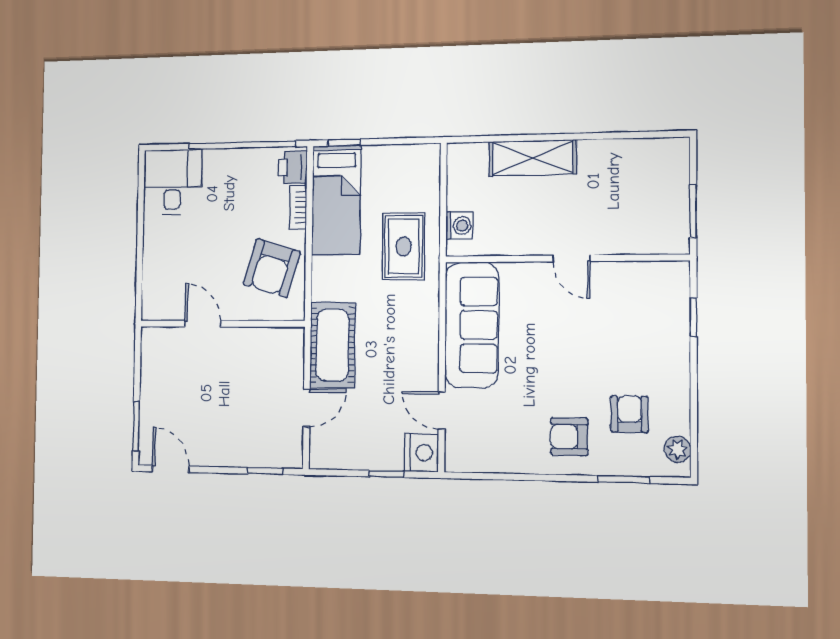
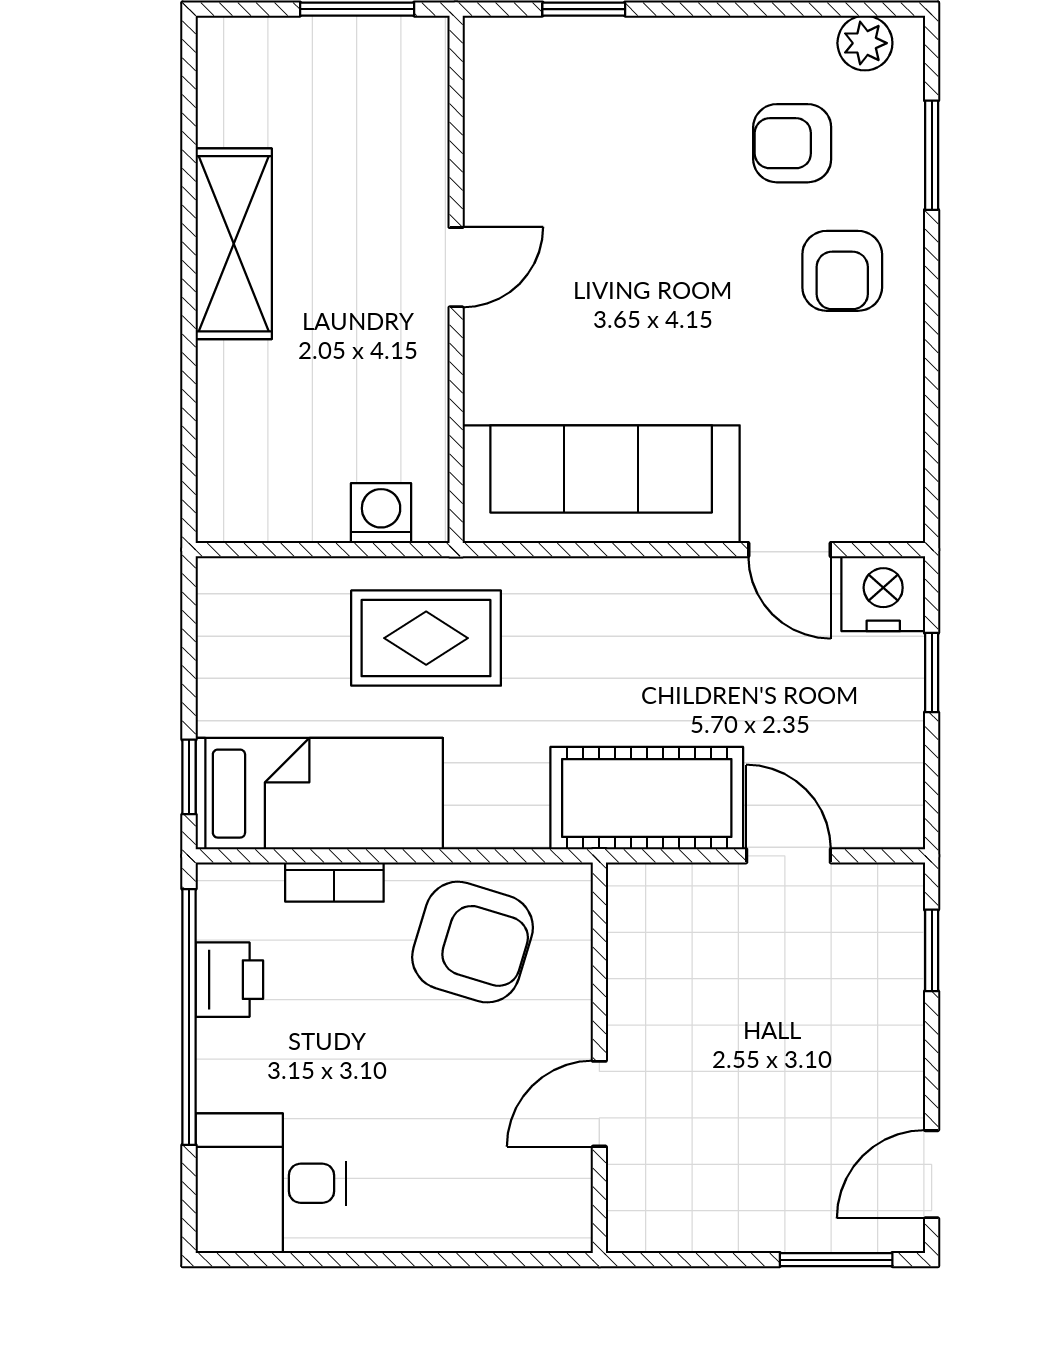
shelving: (533, 158) -> (234, 244), moved
printer: (293, 167) -> (229, 980), moved, turned -90
door: (442, 410) -> (790, 550), hinge flipped

